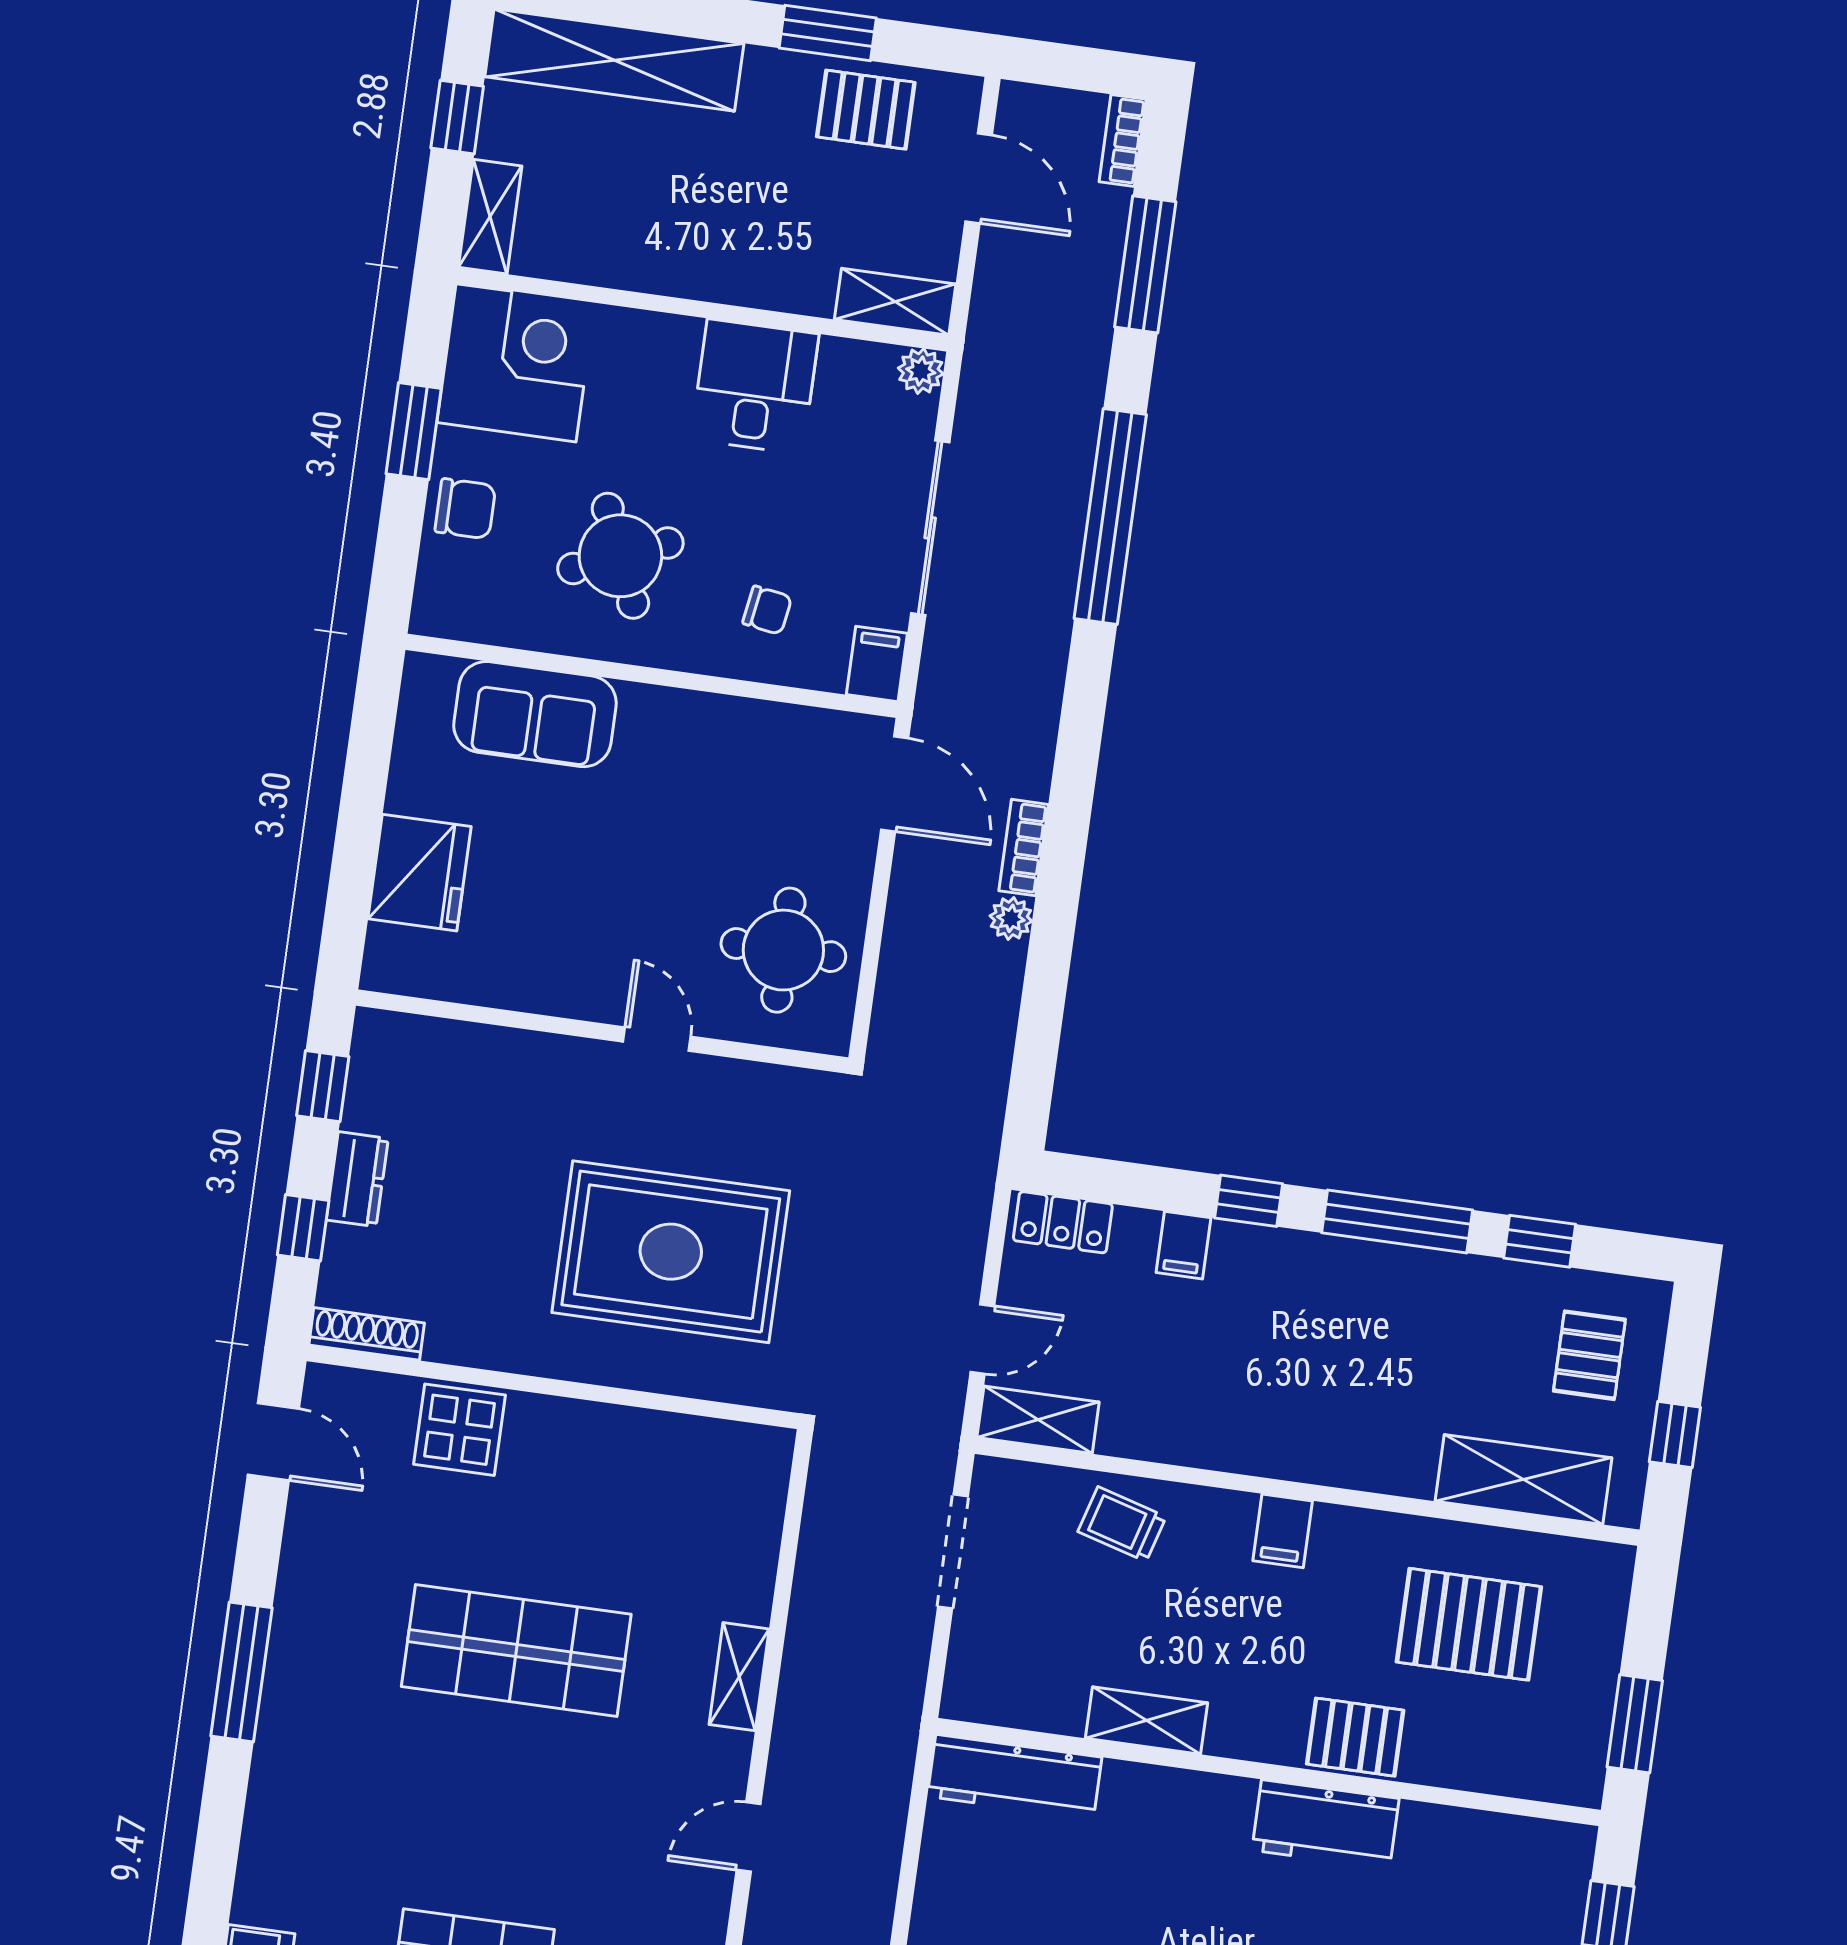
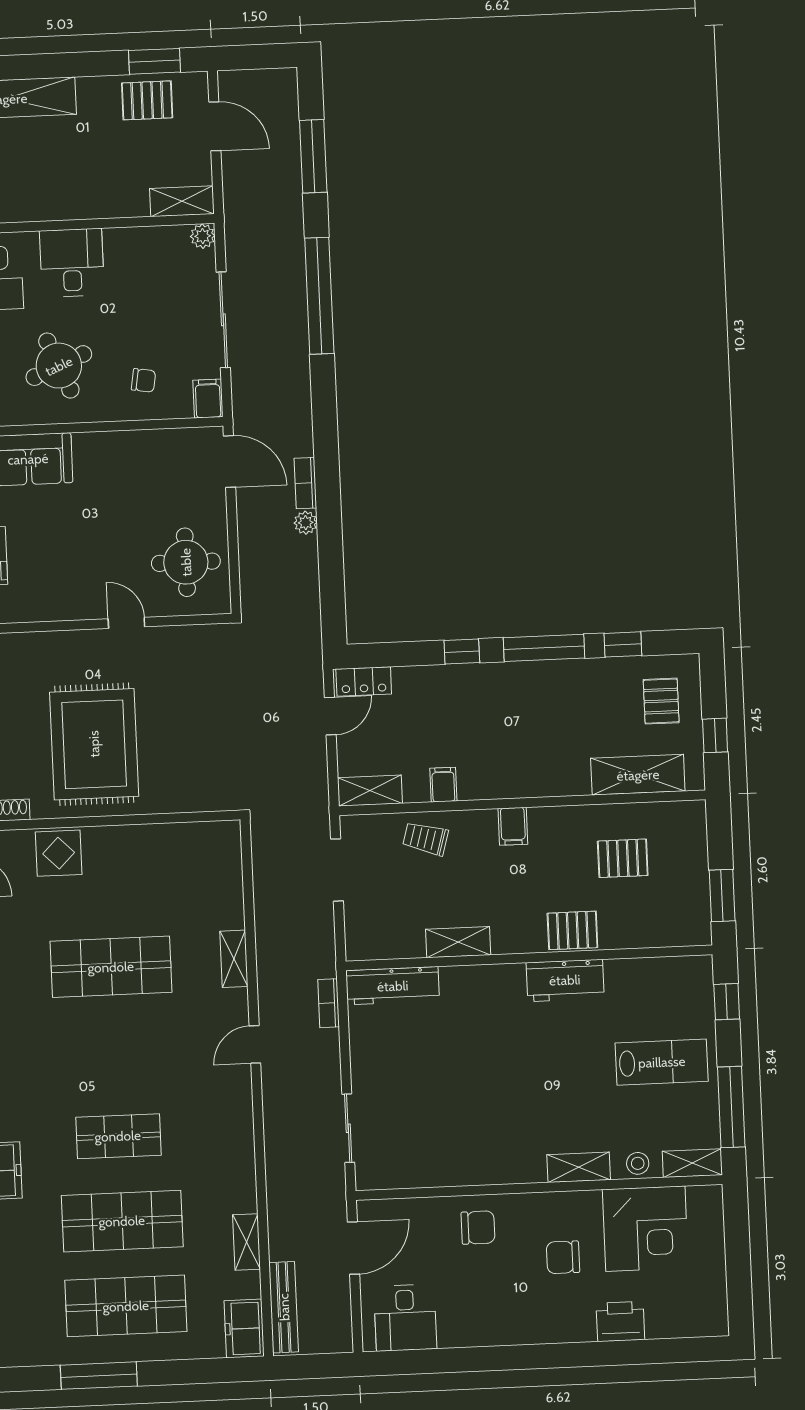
window: (828, 33) -> (155, 61), moved
bookcase: (1123, 140) -> (329, 1003), moved
desk: (755, 386) -> (72, 263), moved
filing cabinet: (1183, 1245) -> (443, 785), moved, turned 180
rug: (671, 1252) -> (94, 744), moved, turned 90
door: (982, 1339) -> (330, 716), moved
pallet: (1469, 1624) -> (623, 858), width x0.67, depth x0.71

